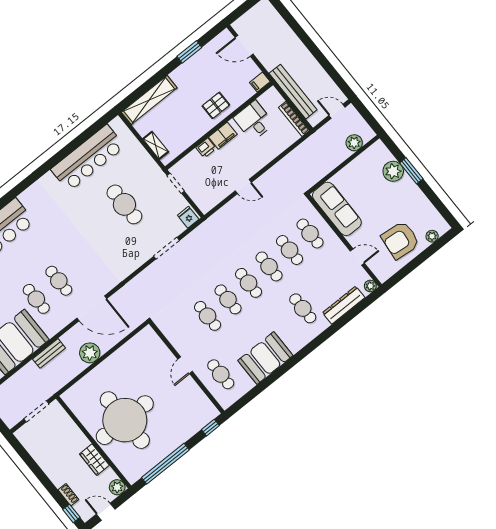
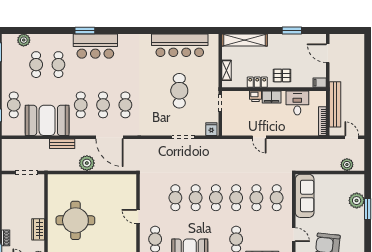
locker: (196, 132) -> (257, 82), added
cafe table: (81, 263) -> (125, 105), added
door: (185, 365) -> (138, 217), hinge flipped
round table: (125, 420) -> (75, 220), width x0.73, depth x0.73

